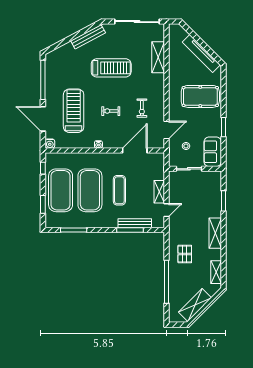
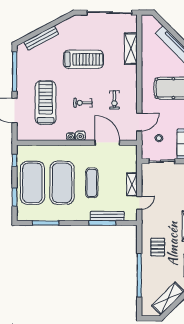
bench: (88, 37) -> (41, 38), moved
water cooler: (50, 144) -> (80, 136), moved
door: (135, 151) -> (107, 143), hinge flipped

